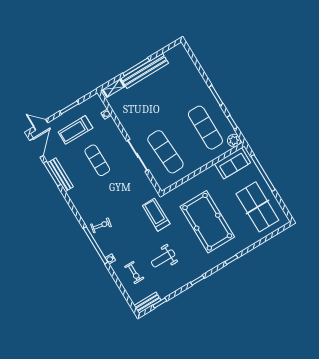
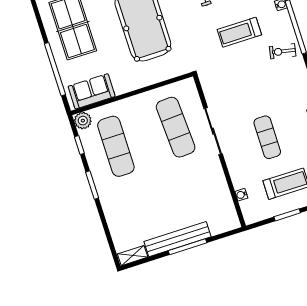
shelving: (114, 88) -> (133, 256), moved
treadmill: (156, 215) -> (239, 32), moved, turned 90

